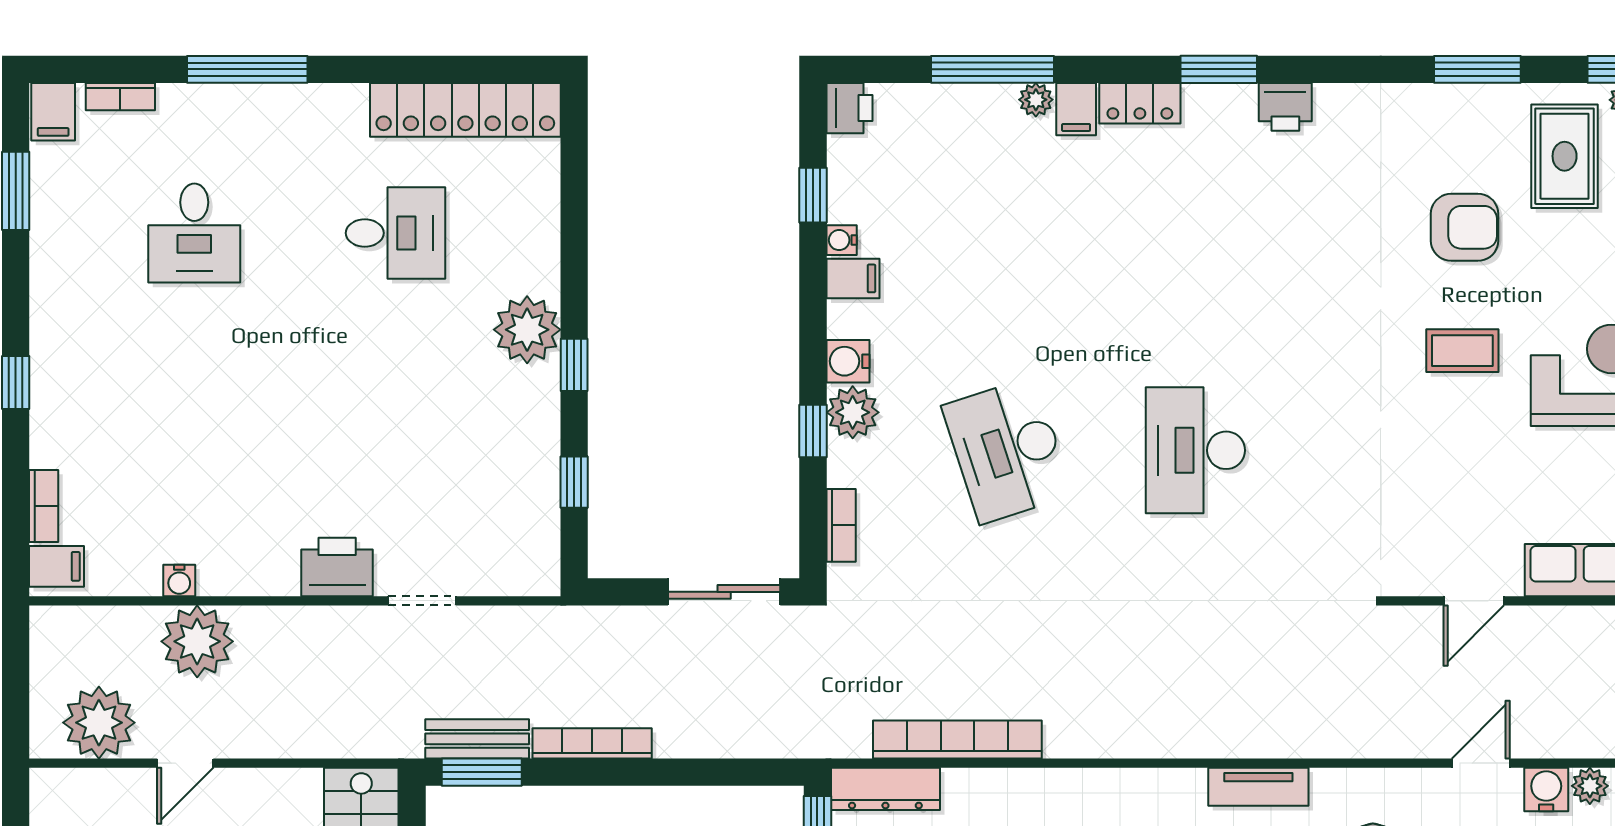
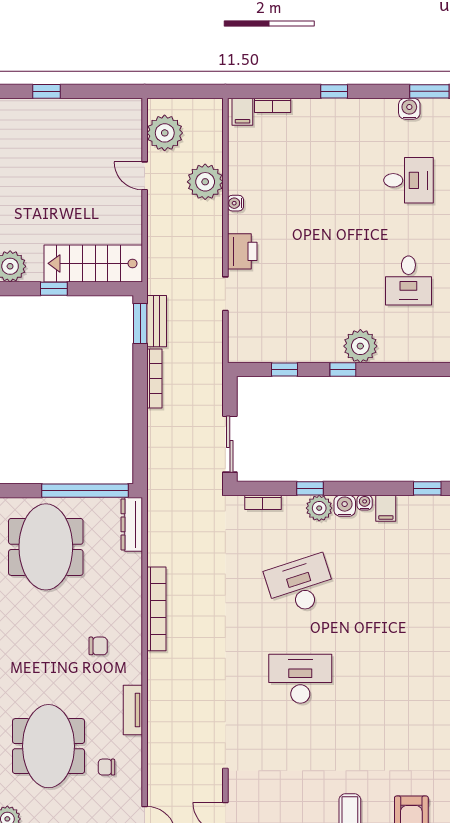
water cooler: (50, 231) -> (409, 109), added
desk: (194, 233) -> (408, 180), turned 180
water cooler: (842, 240) -> (365, 503), moved
water cooler: (179, 581) -> (235, 203), moved
bookcase: (957, 740) -> (156, 609), moved

